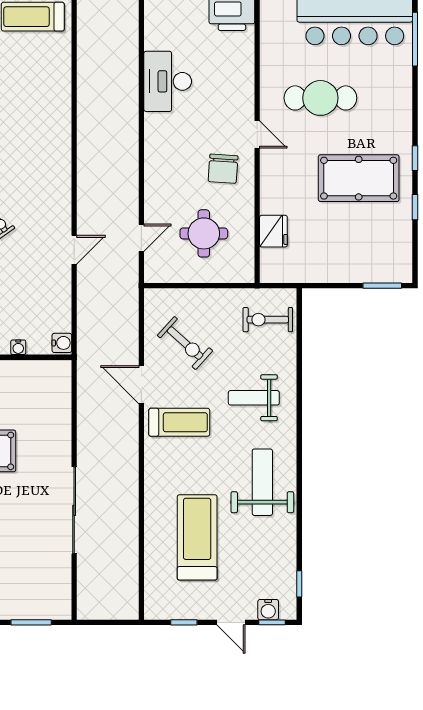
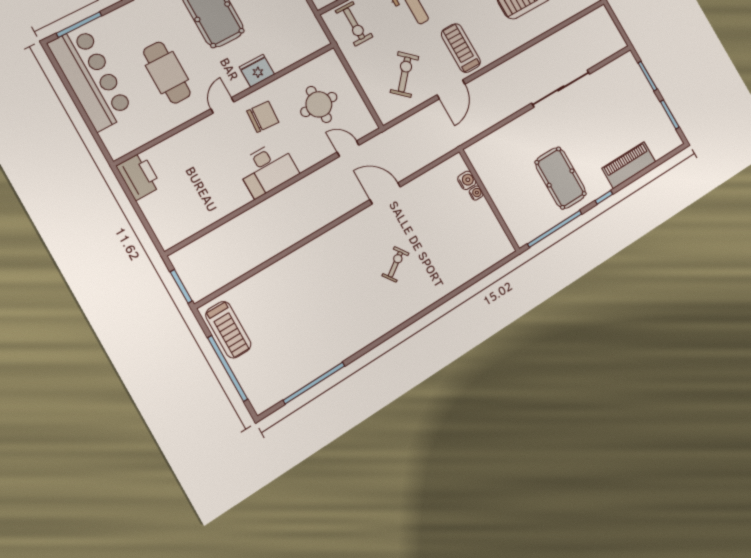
desk: (168, 81) -> (267, 169), moved
fridge: (273, 231) -> (257, 71), moved
door: (74, 250) -> (385, 193), width x1.38
water cooler: (62, 343) -> (467, 180), moved, turned 90

